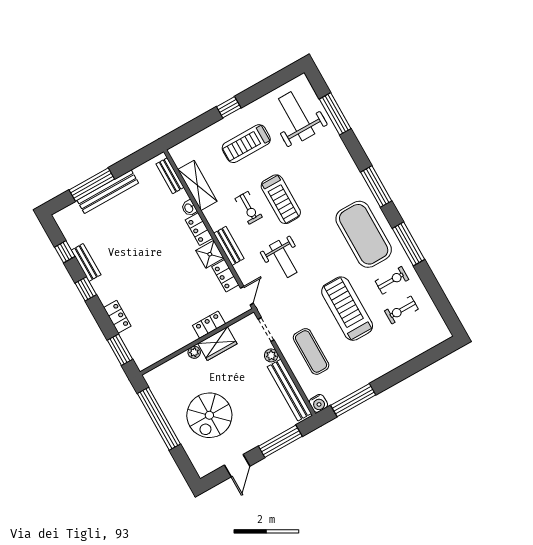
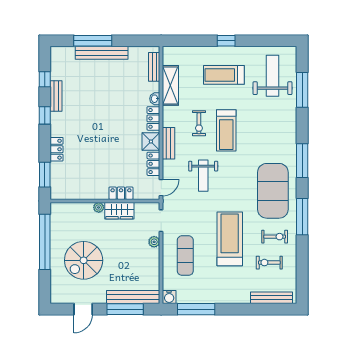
bench: (424, 345) -> (271, 298), added
bench: (289, 390) -> (133, 297), moved, turned 90

